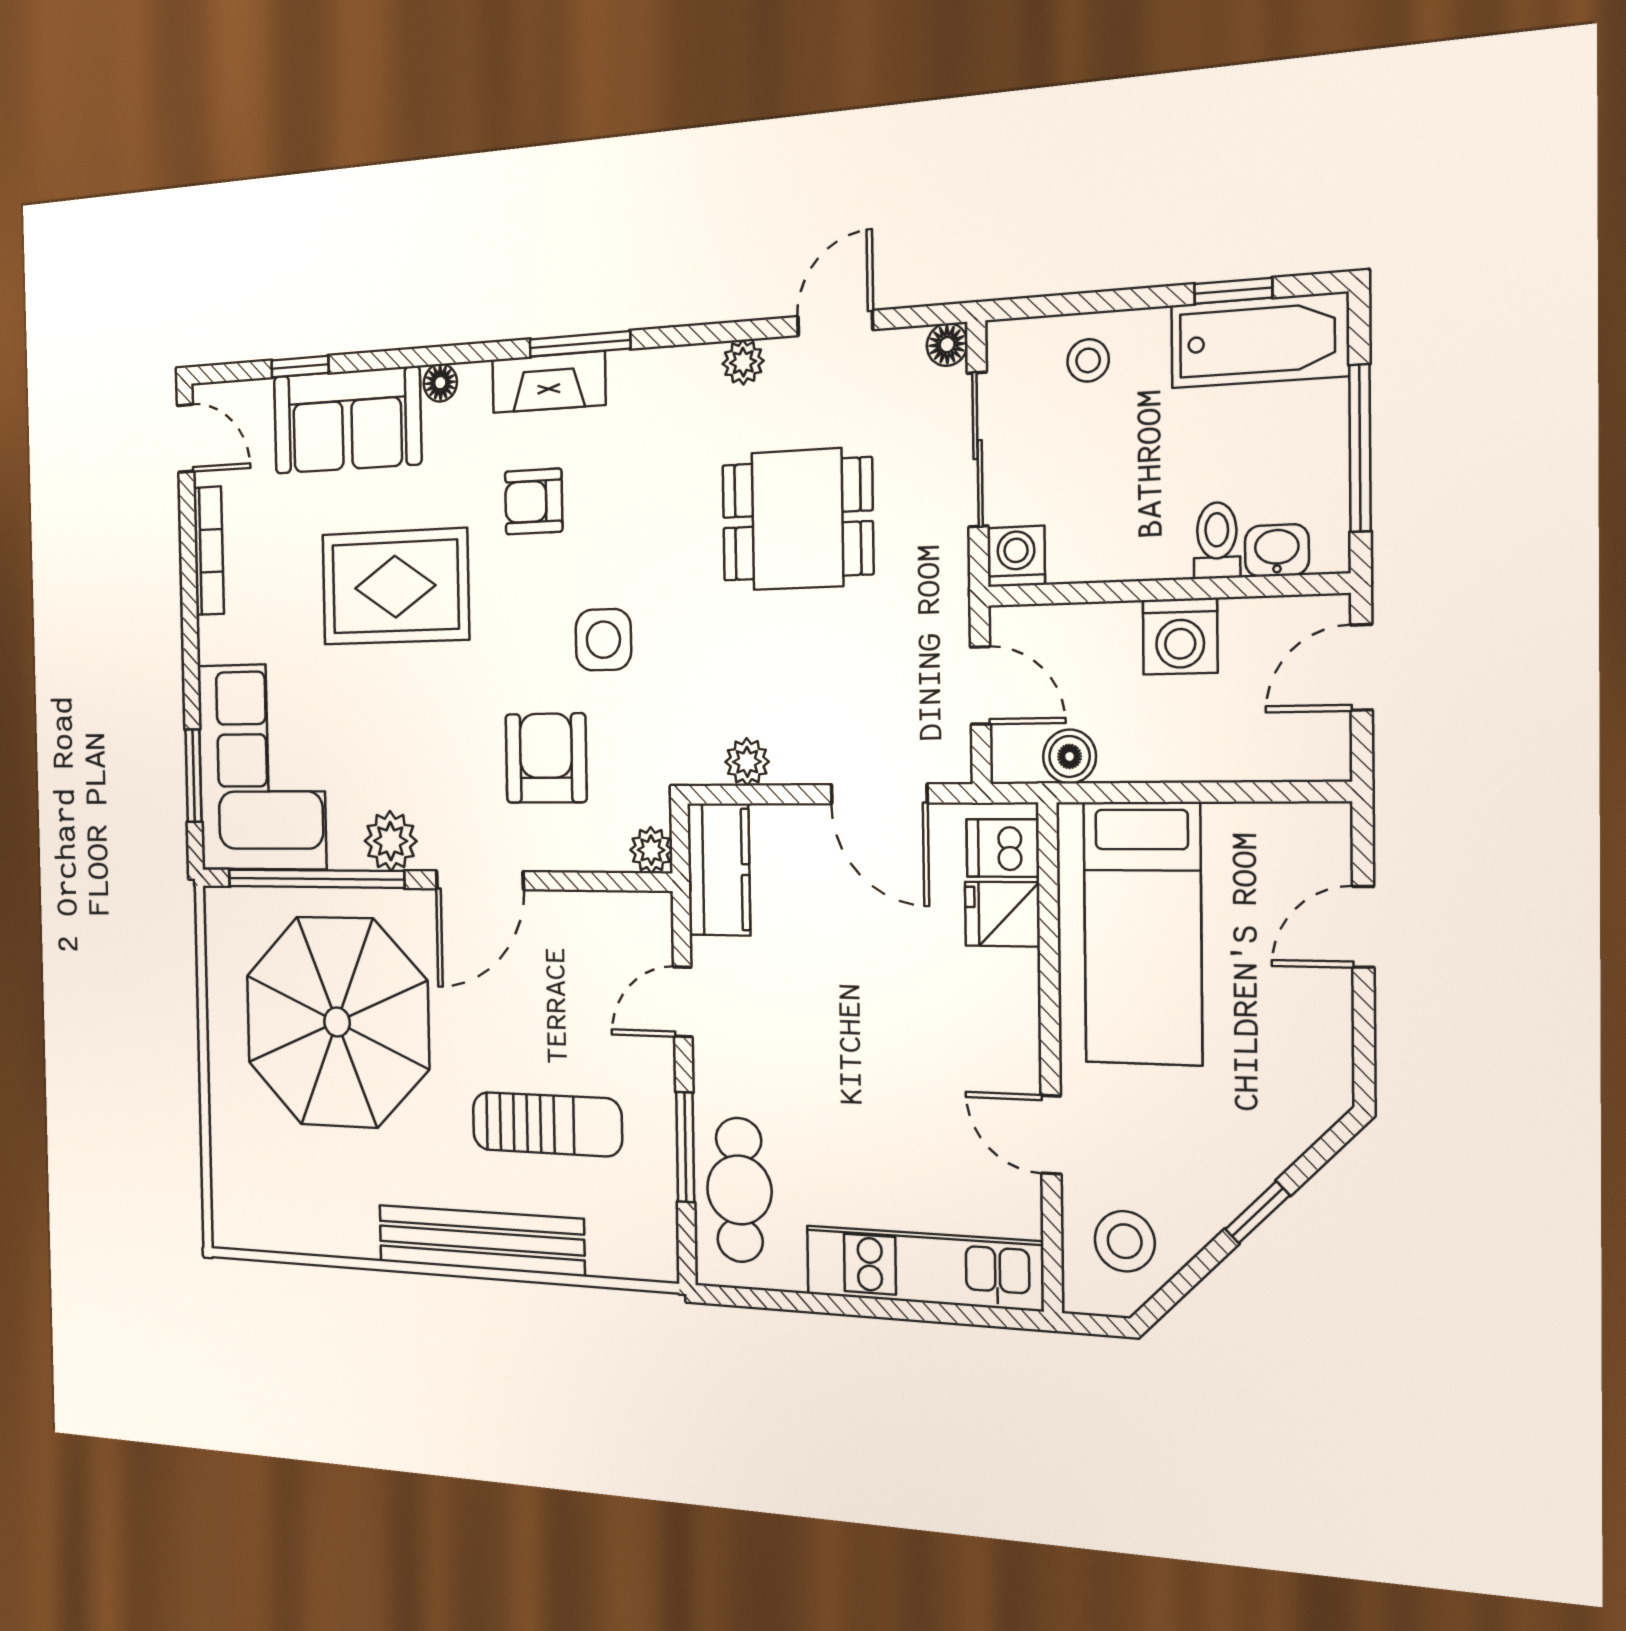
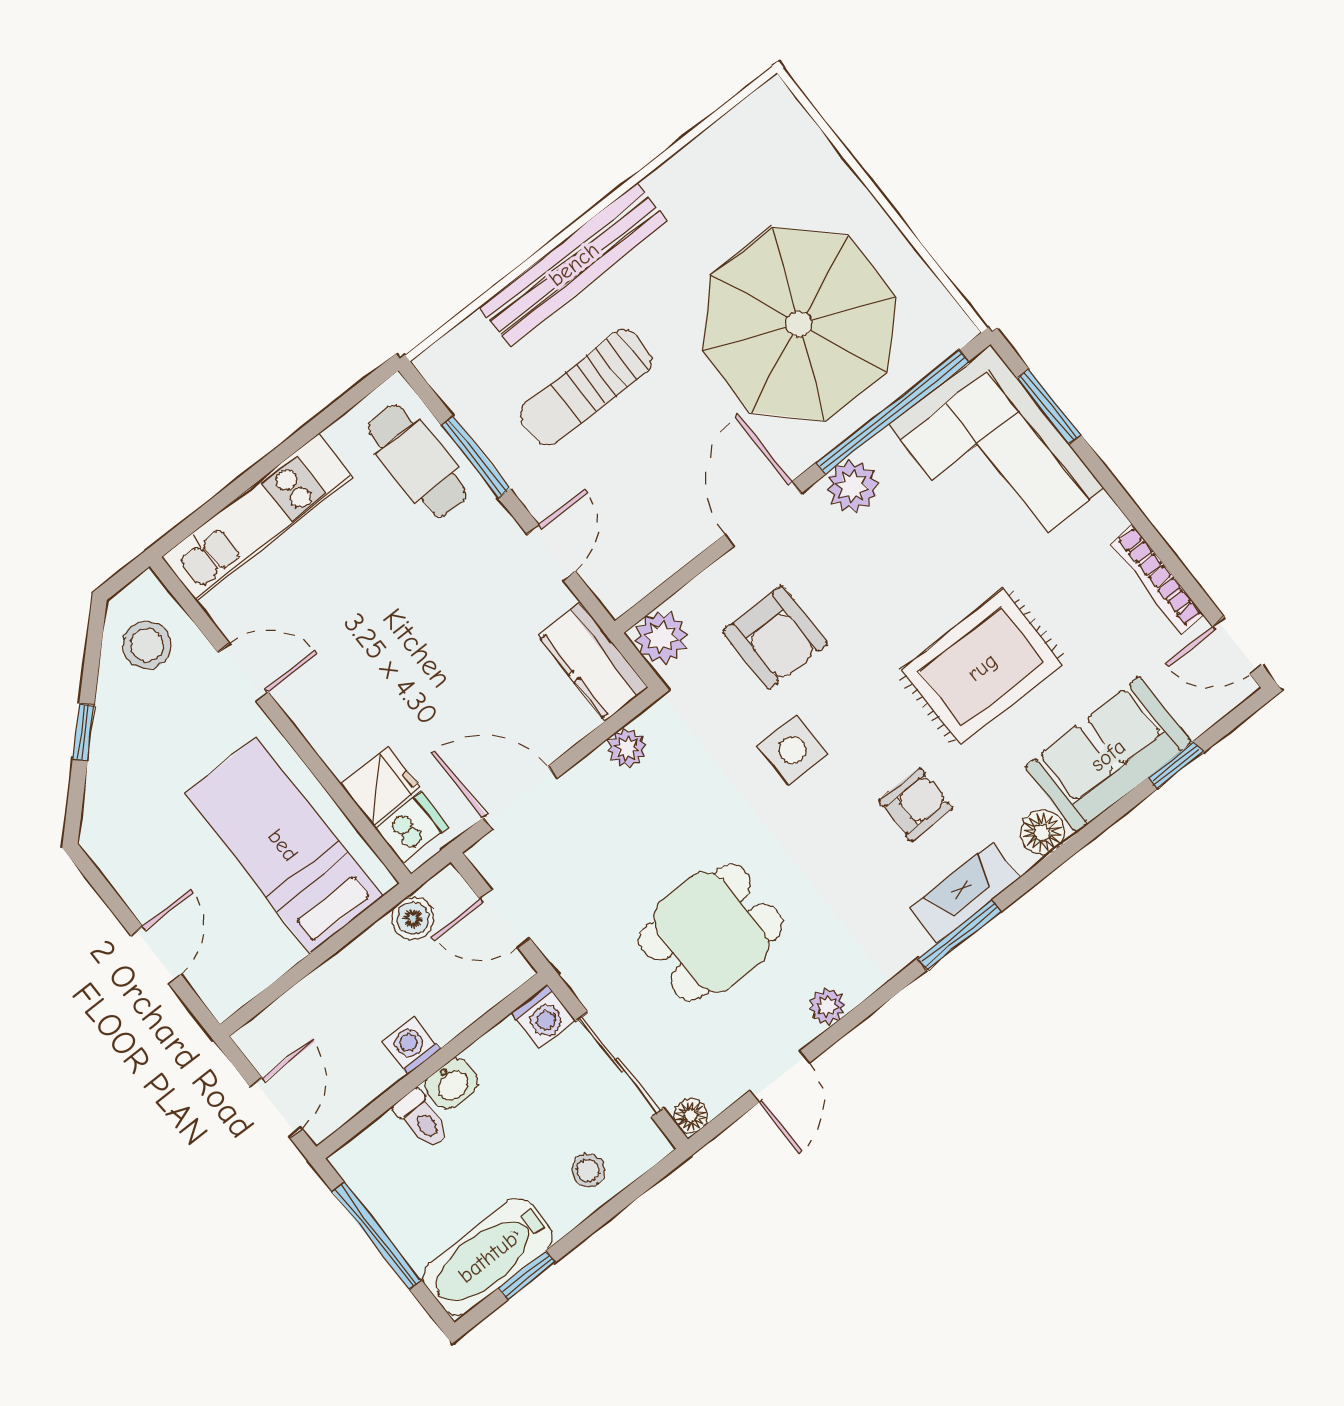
floor lamp: (440, 383) -> (1042, 832), width x1.37, depth x1.37
washbasin: (1277, 550) -> (452, 1084), moved
washing machine: (1180, 636) -> (411, 1046), width x0.73, depth x0.73
plant: (651, 850) -> (661, 637), width x1.38, depth x1.38

